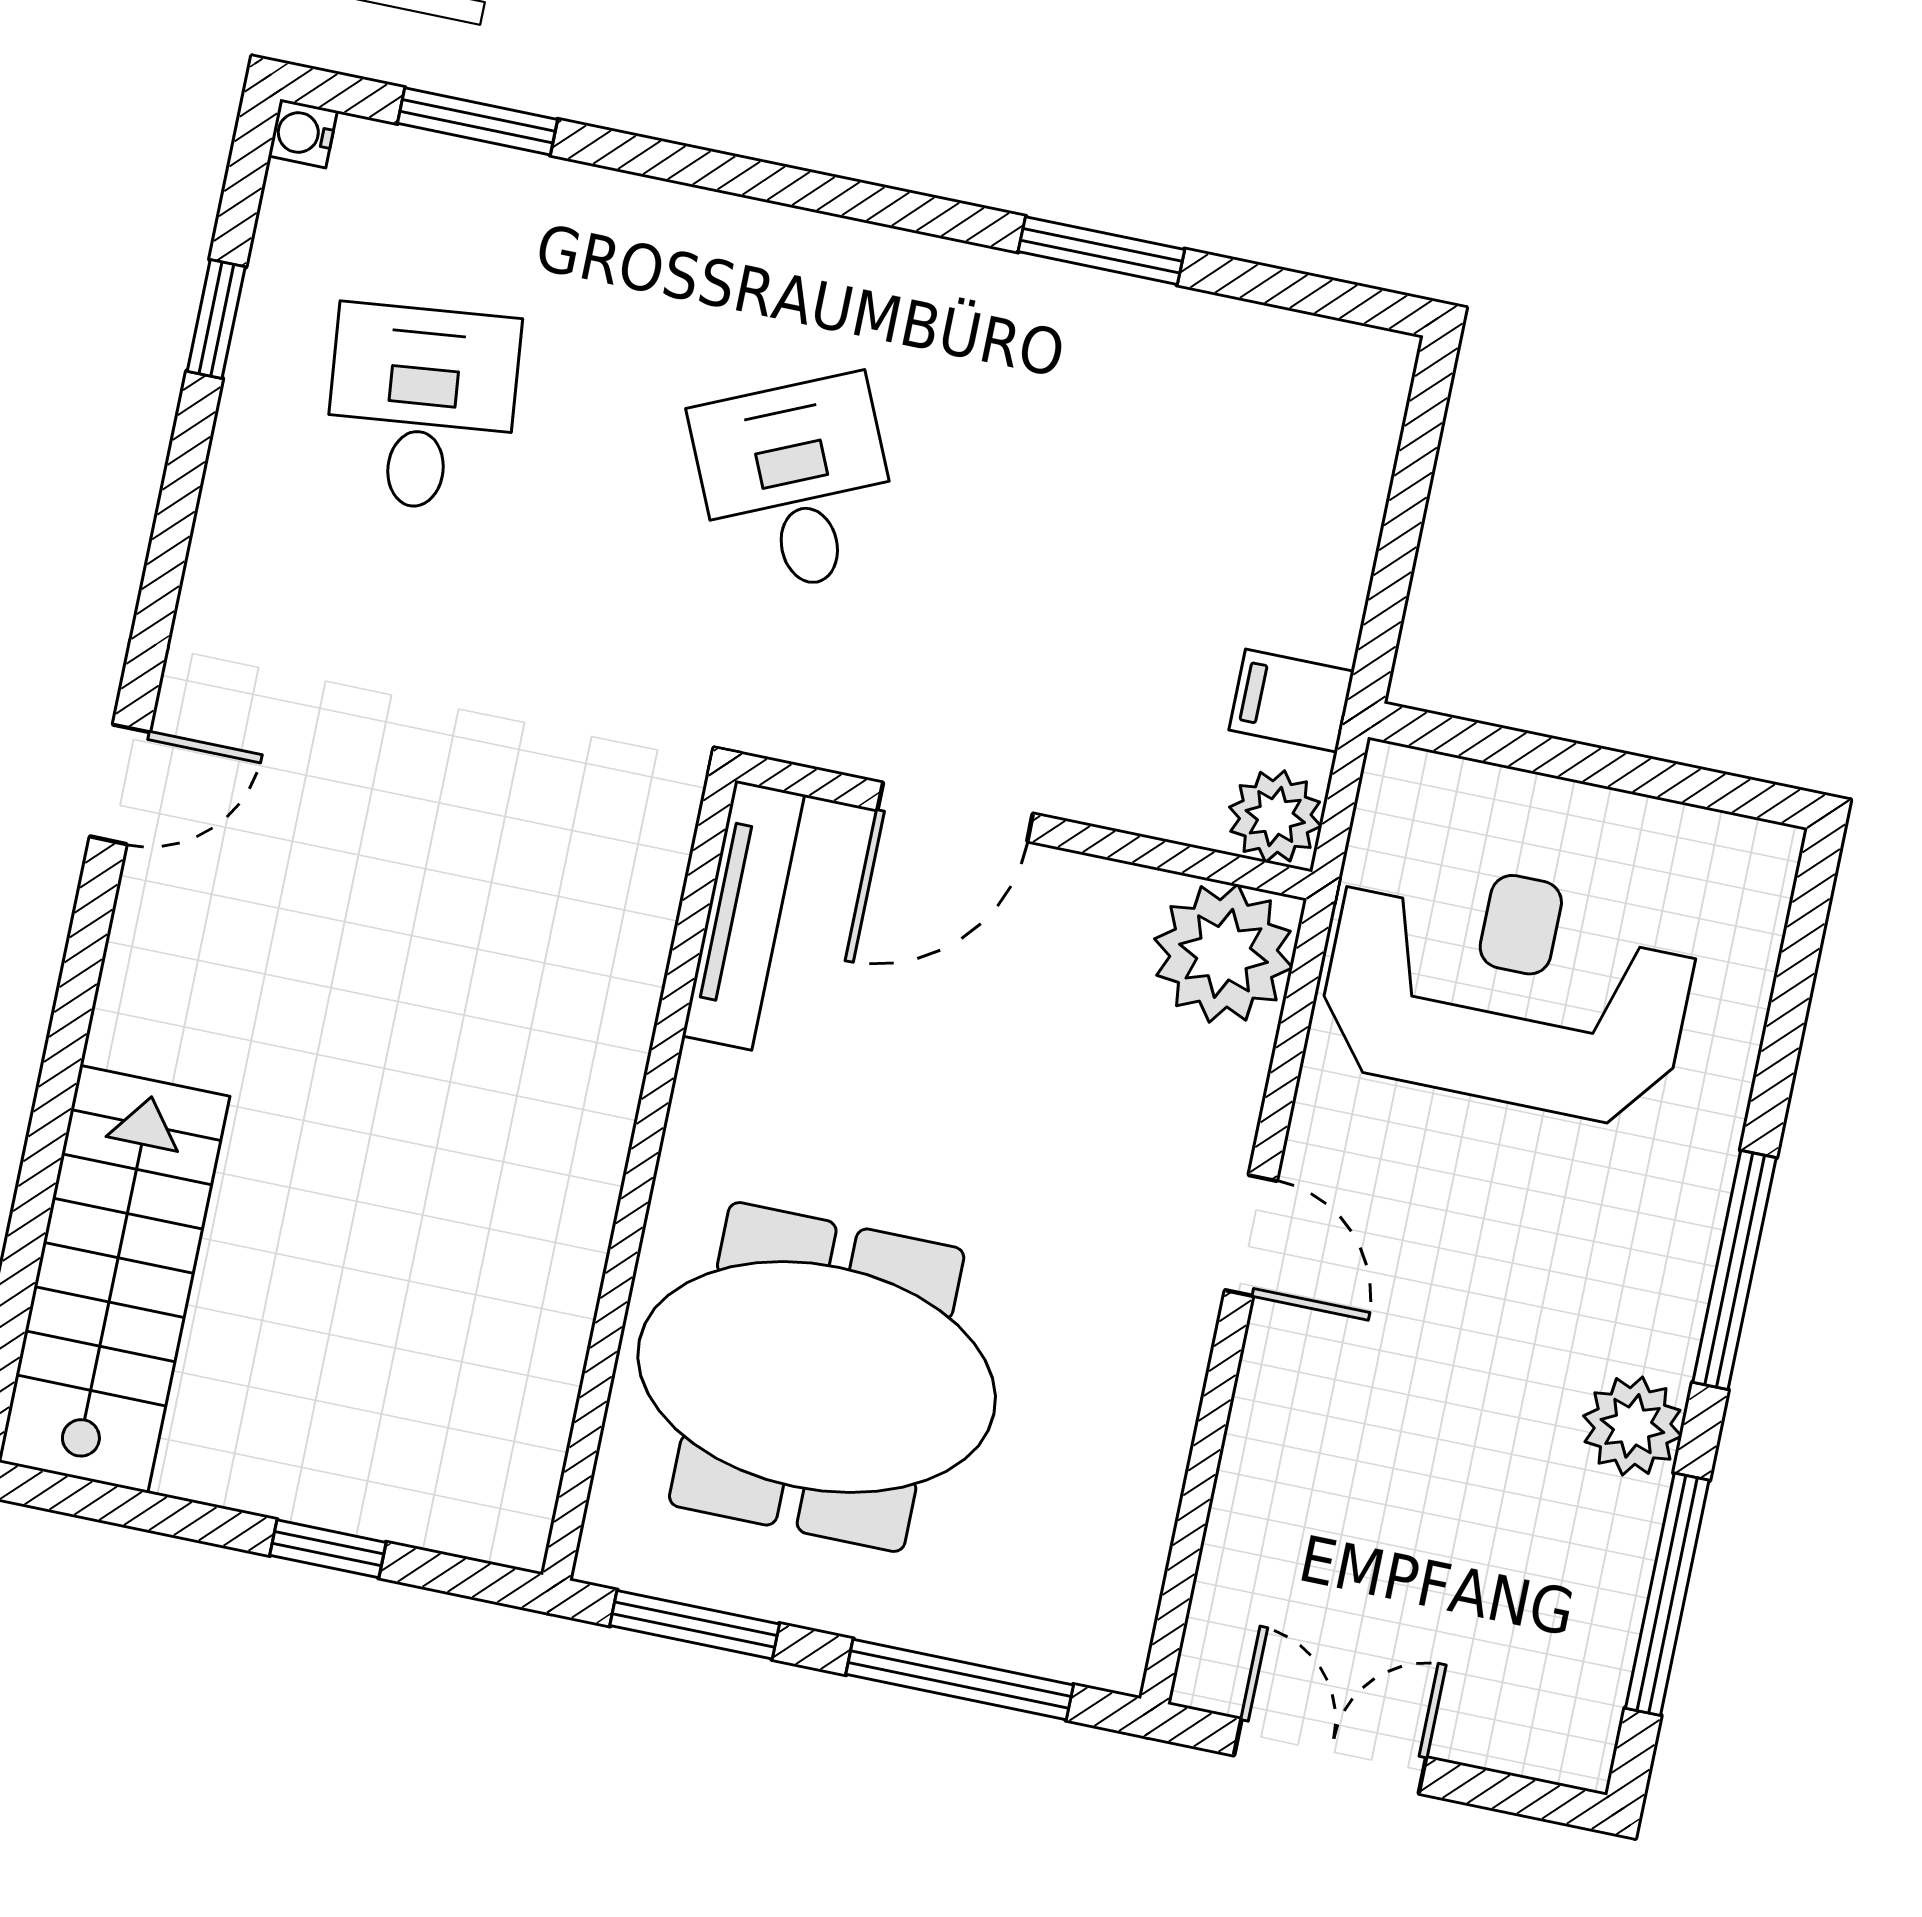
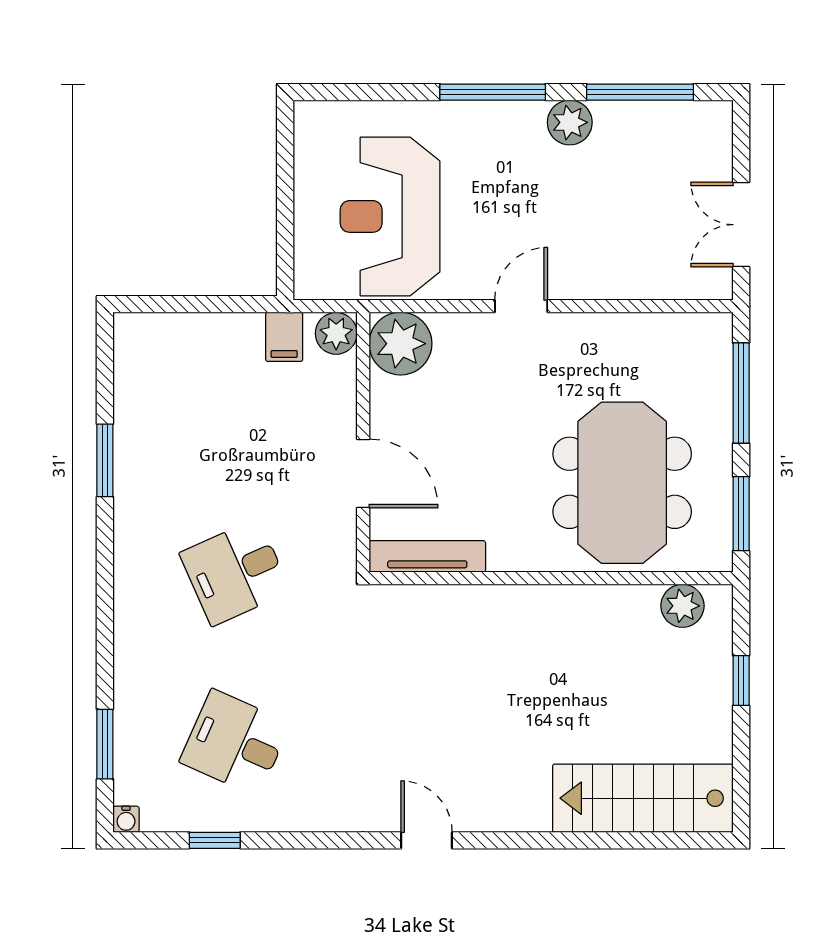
desk: (422, 408) -> (235, 743), turned 30
plant: (519, 1454) -> (682, 606), added

